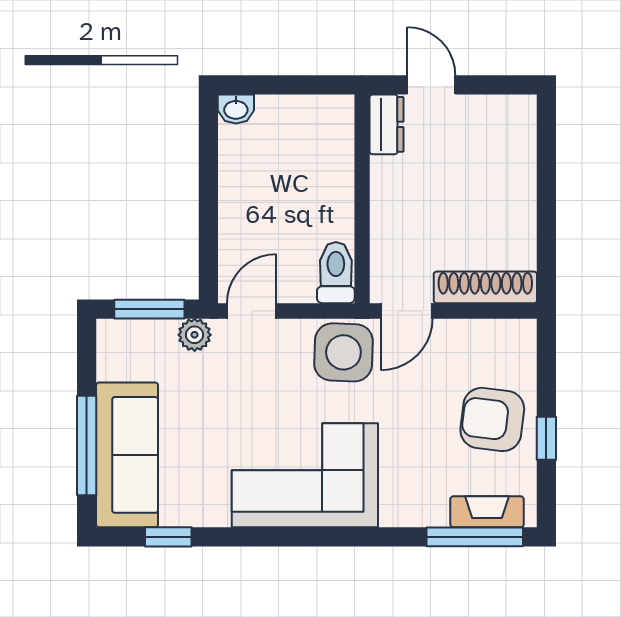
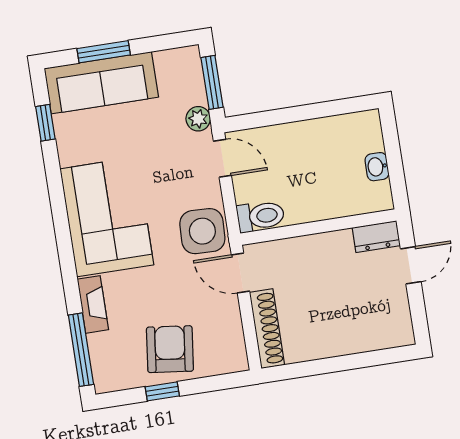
washbasin: (236, 109) -> (377, 167), moved
window: (87, 445) -> (104, 52), width x0.69
fireplace: (487, 512) -> (93, 304), moved

